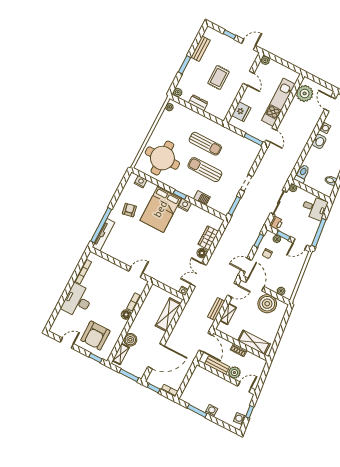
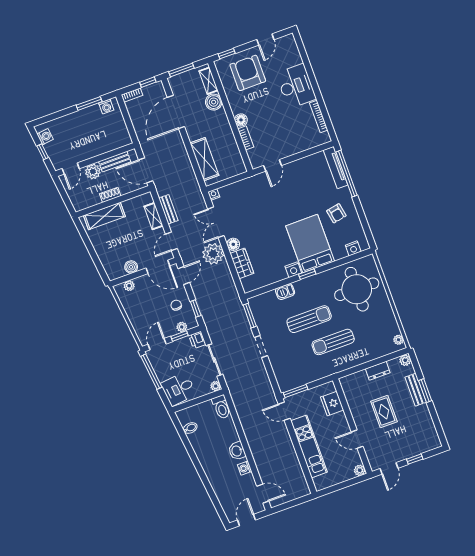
bench: (201, 49) -> (416, 390), moved
plant: (305, 93) -> (213, 254), moved
double door: (198, 275) -> (216, 222), swing flipped
boiler: (267, 304) -> (131, 267), width x0.54, depth x0.54
washing machine: (211, 411) -> (106, 106), moved

